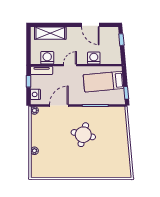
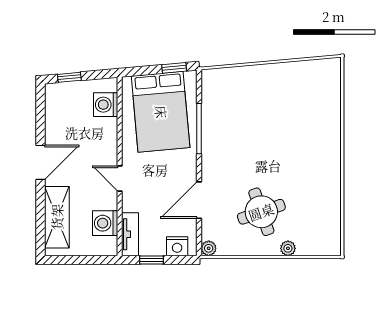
door: (90, 25) -> (40, 162), moved
washing machine: (94, 58) -> (106, 105), moved
bed: (104, 82) -> (161, 112), width x1.50
door: (59, 106) -> (199, 200), hinge flipped
round table: (83, 135) -> (261, 212), moved, turned -33

